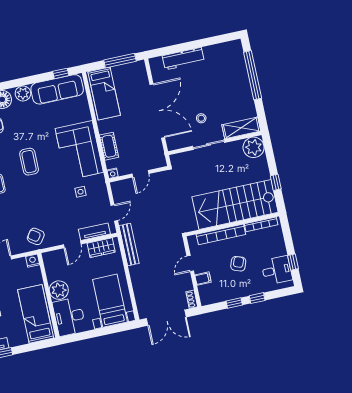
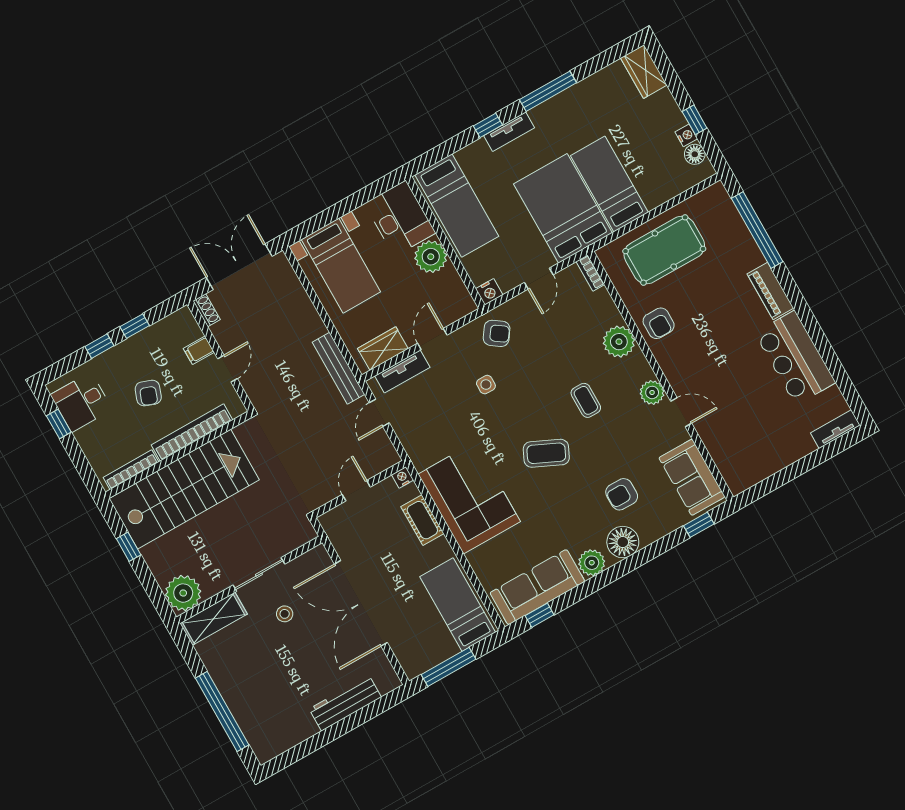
coffee table: (29, 162) -> (546, 453), turned -65
side table: (81, 192) -> (486, 385), moved

